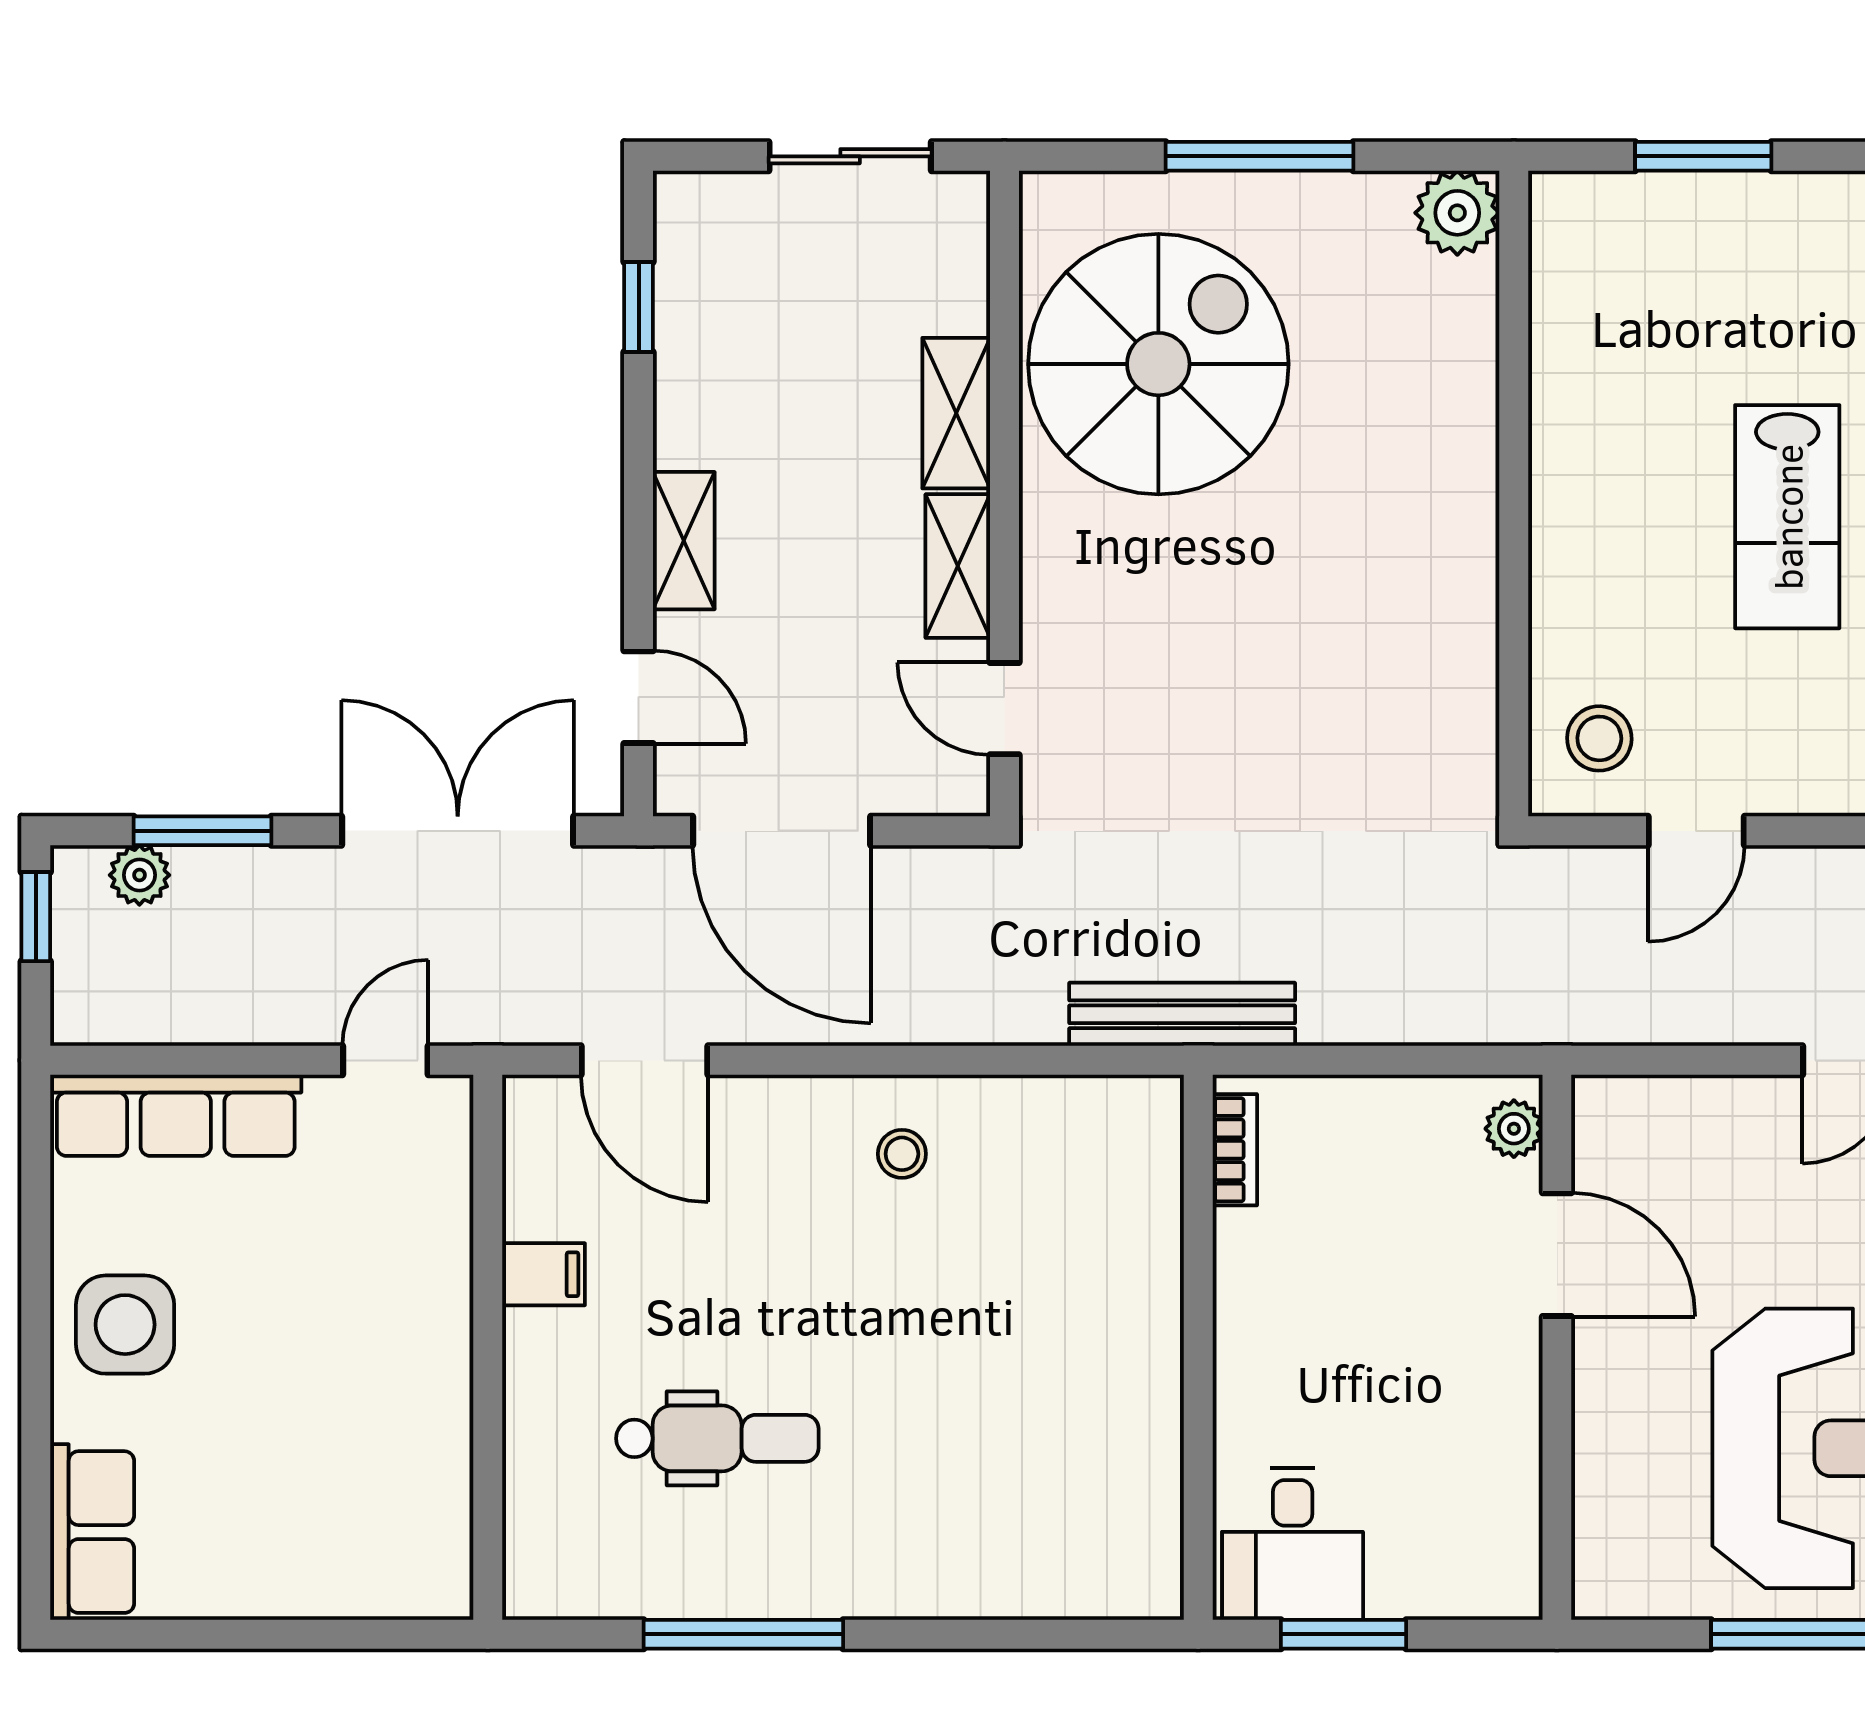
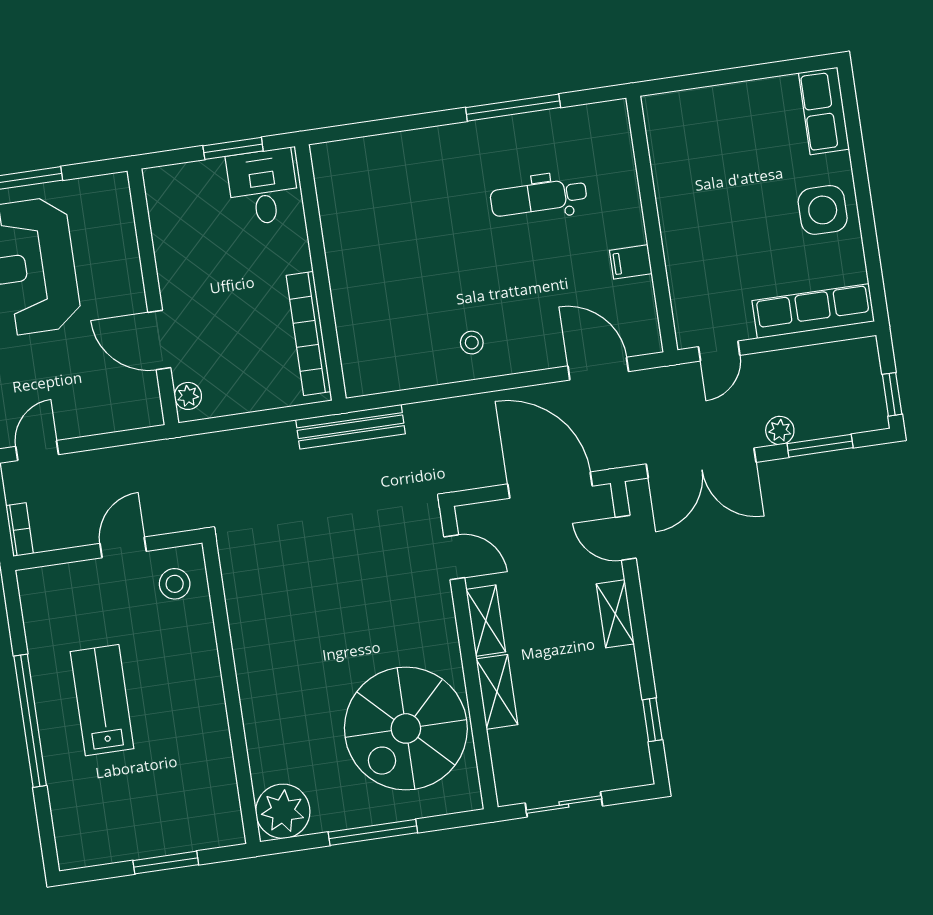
plant: (1457, 213) -> (283, 811), width x1.36, depth x1.36
plant: (139, 875) -> (780, 430), moved
bookcase: (1235, 1150) -> (309, 333), width x2.31, depth x1.31

